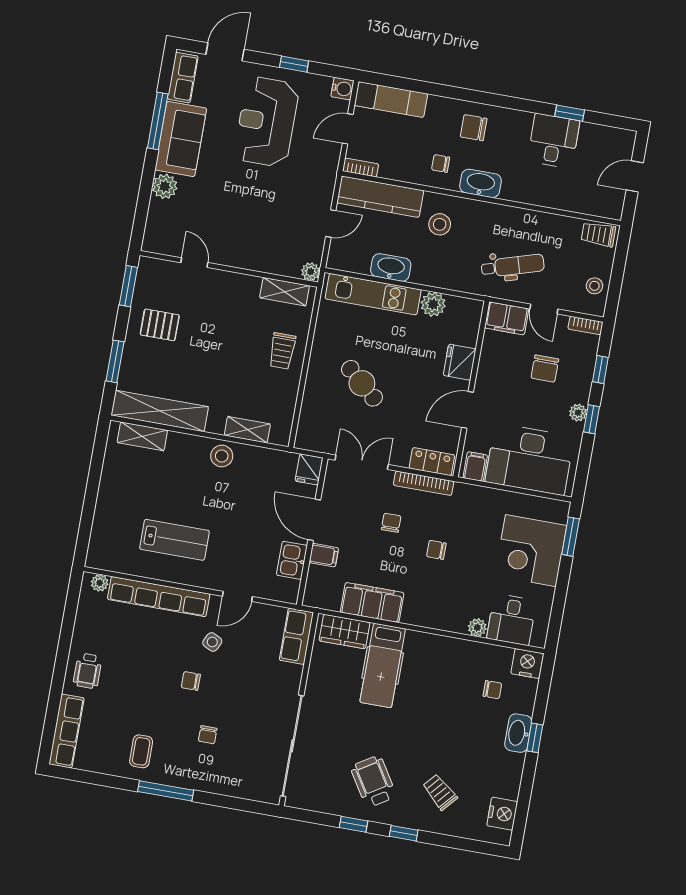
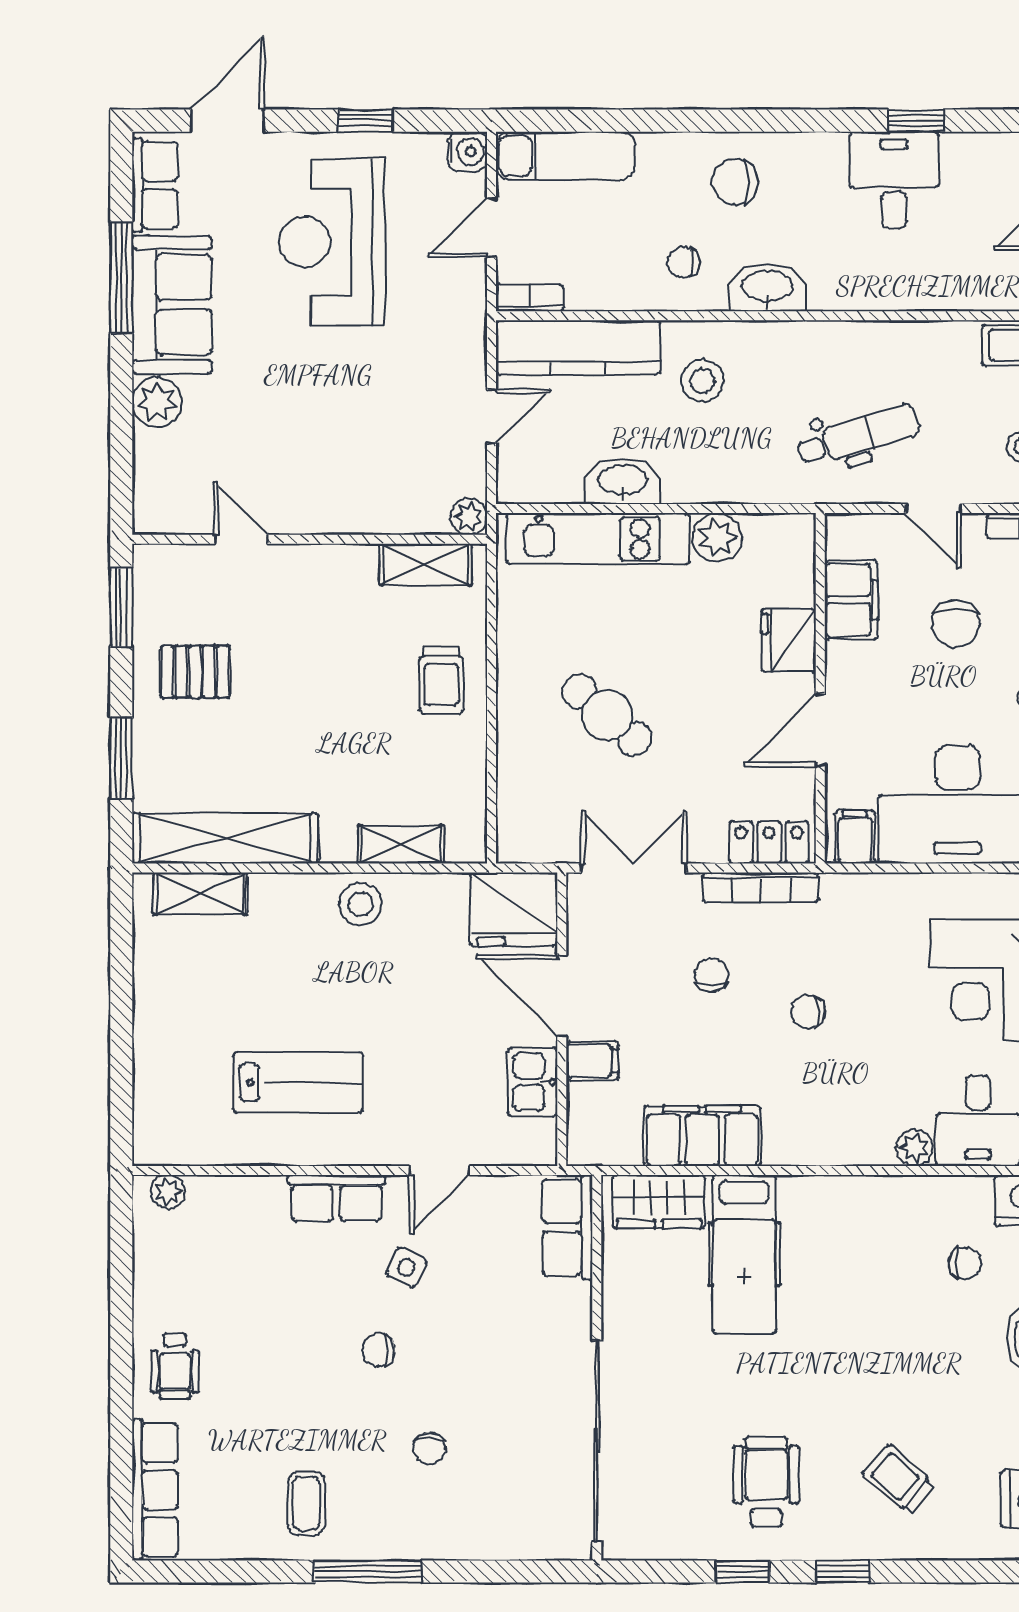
filing cabinet: (507, 318) -> (851, 600), moved, turned -90
fridge: (309, 469) -> (514, 909), width x1.88, depth x1.34
row of seats: (159, 597) -> (336, 1198), width x0.50
wheelchair: (373, 782) -> (766, 1482), turned 32

